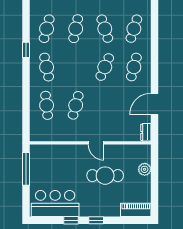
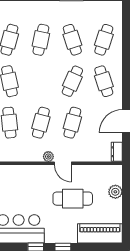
cafe table: (134, 67) -> (104, 81), turned -33
cafe table: (105, 105) -> (72, 123), added
plant: (83, 137) -> (48, 157), added
piano: (136, 210) -> (100, 233), width x1.37, depth x1.33

